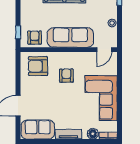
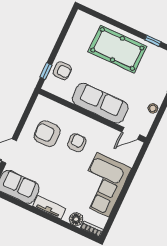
armchair: (35, 38) -> (62, 71), moved, turned 90
armchair: (38, 66) -> (47, 134), moved

